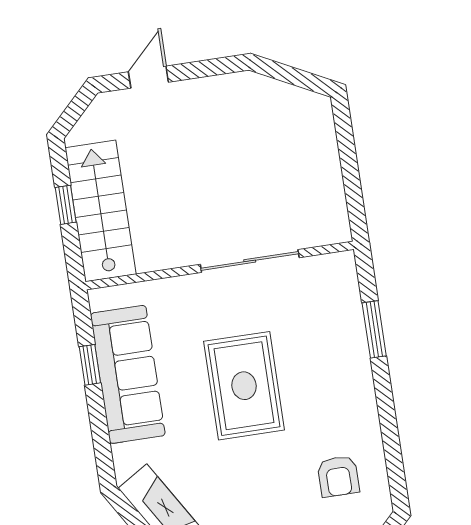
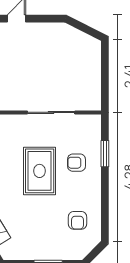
armchair: (318, 357) -> (76, 163), added

